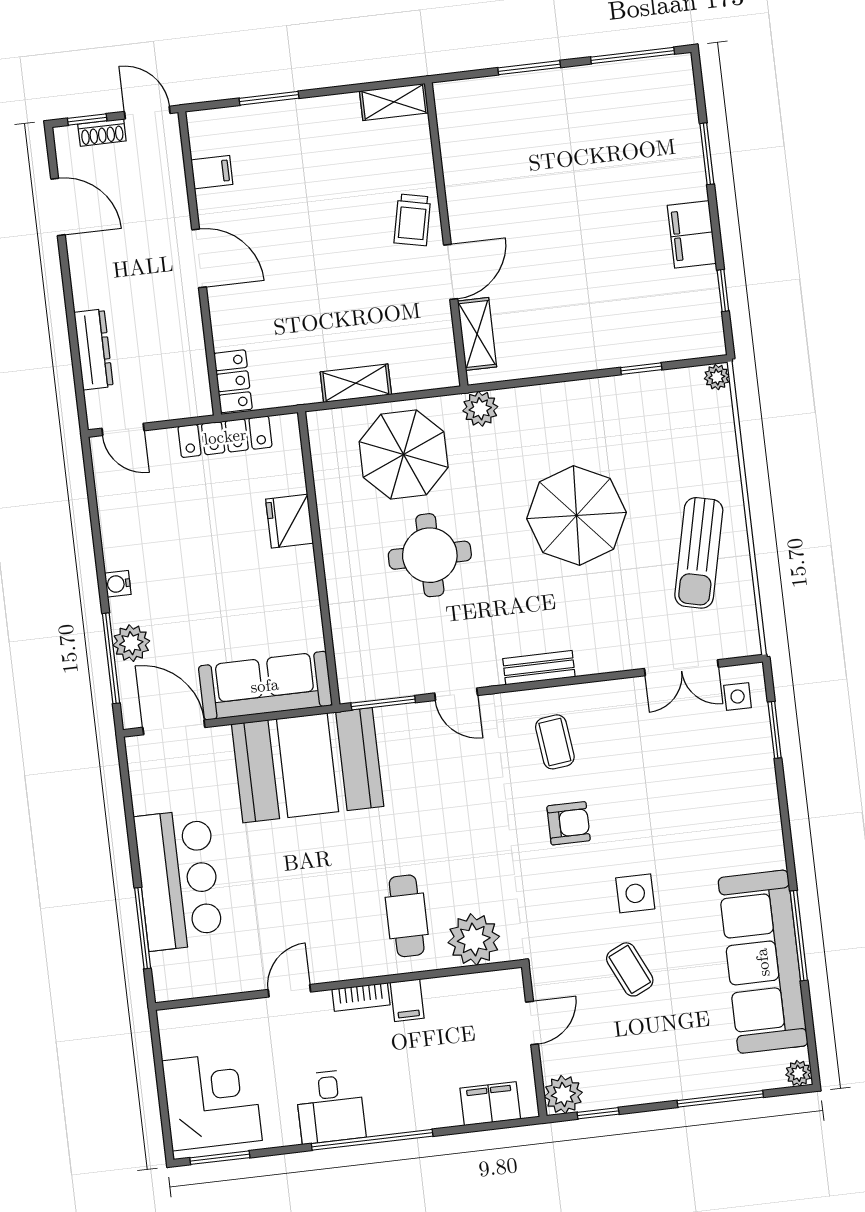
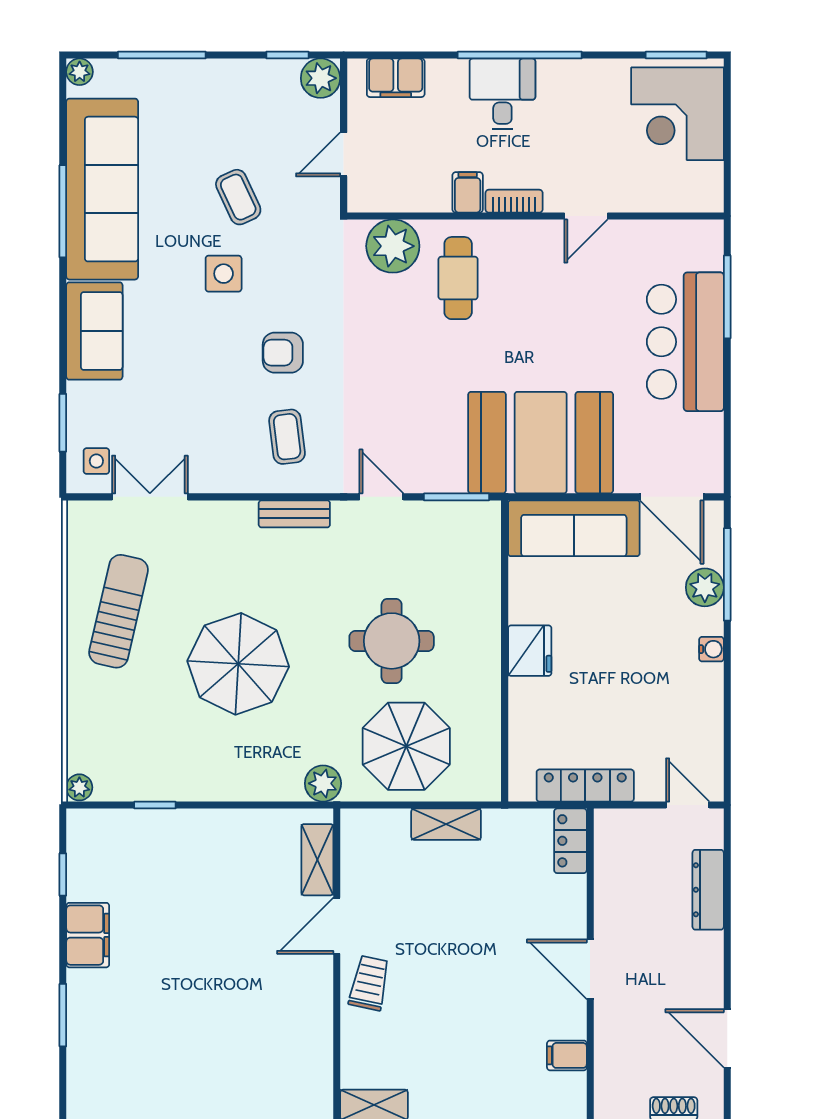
fridge: (290, 521) -> (530, 651), moved
sofa: (754, 823) -> (94, 331), added
desk: (330, 1106) -> (502, 94), moved

